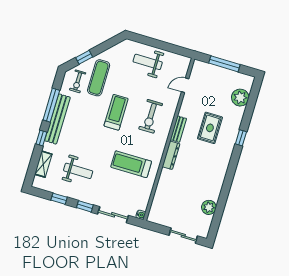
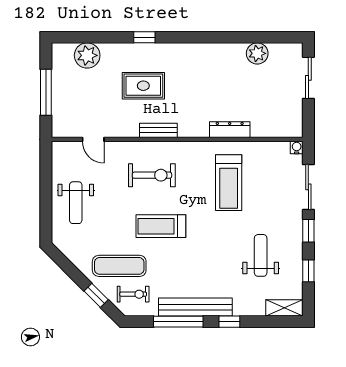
dresser: (171, 155) -> (230, 130), moved
shelving: (43, 164) -> (284, 308), moved

